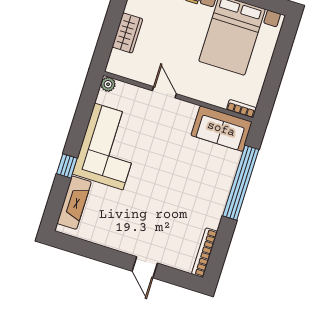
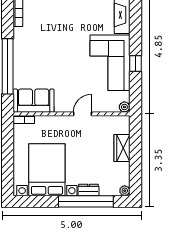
door: (164, 92) -> (82, 114), swing flipped
window: (67, 166) -> (136, 64), moved

